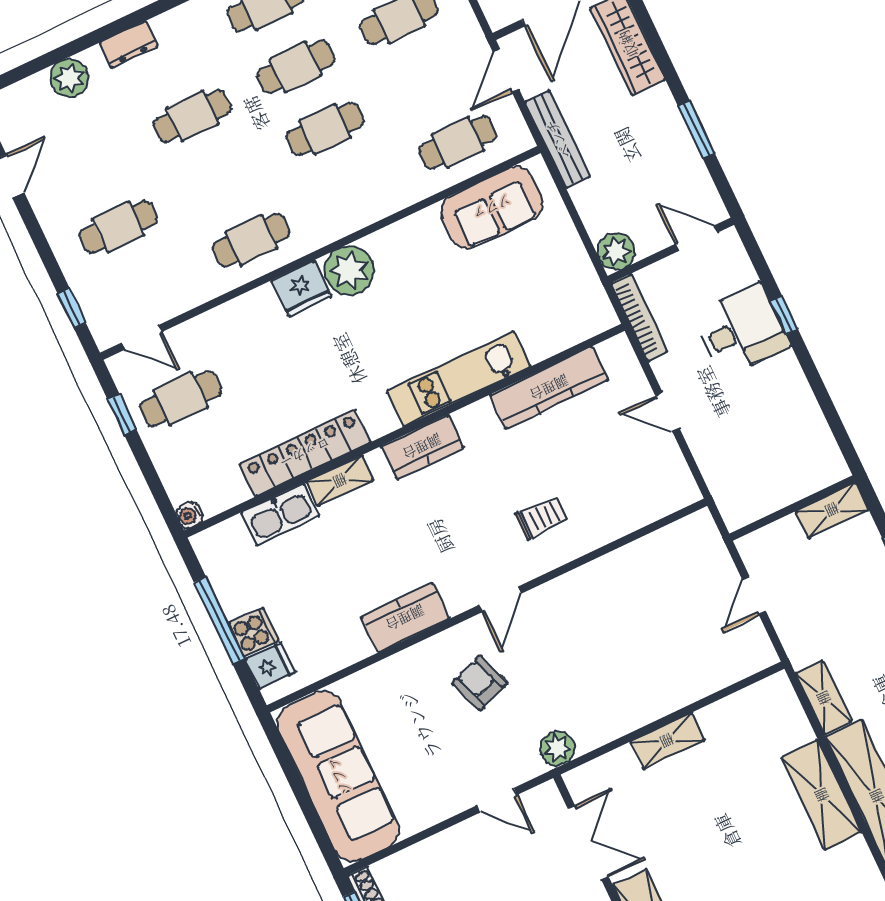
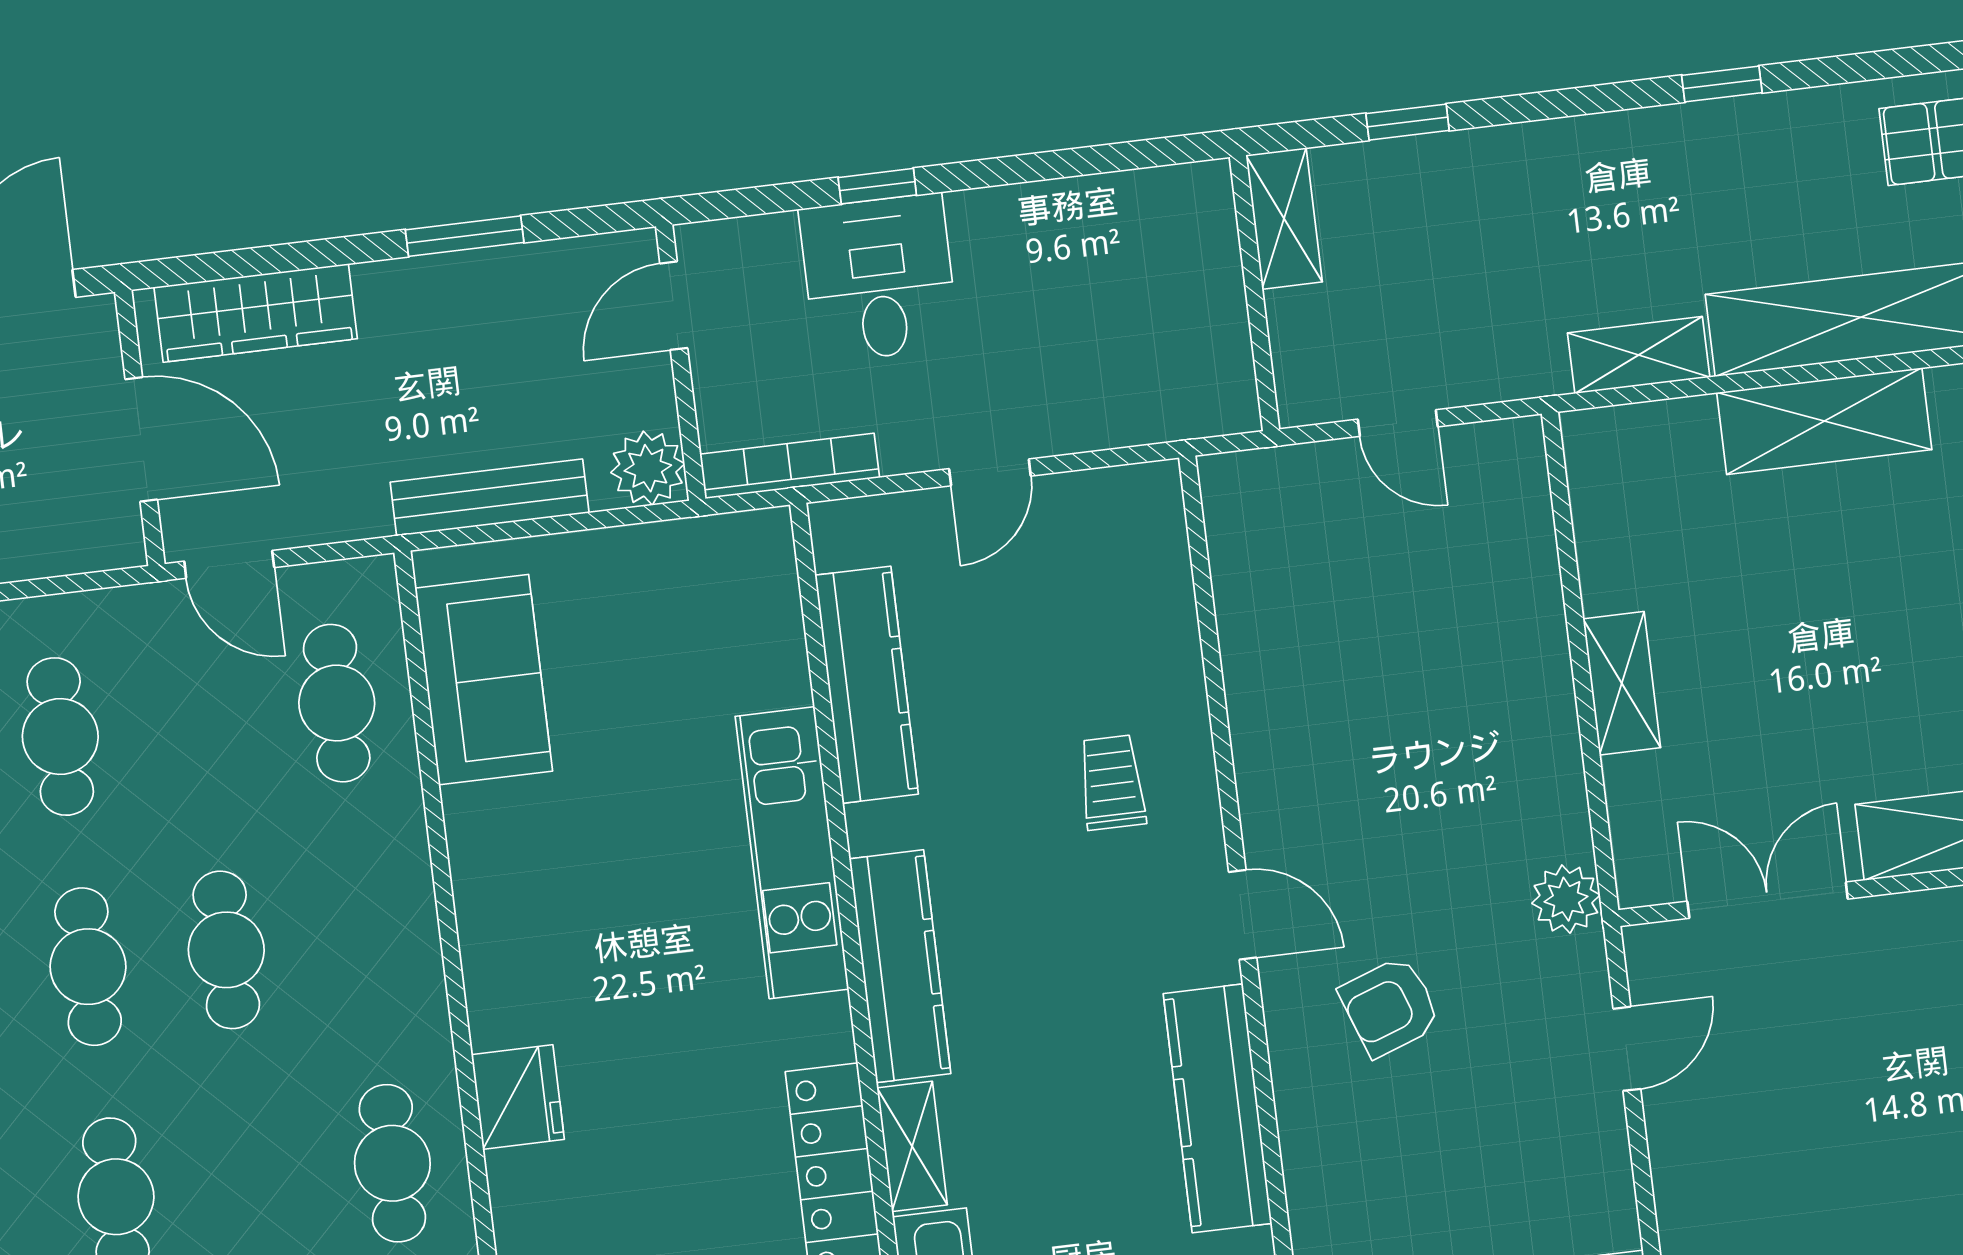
bench: (558, 139) -> (490, 498), moved
plant: (349, 271) -> (514, 994), removed
kitchen counter: (422, 447) -> (900, 966), width x1.50
kitchen counter: (405, 618) -> (1218, 1108), width x1.50

